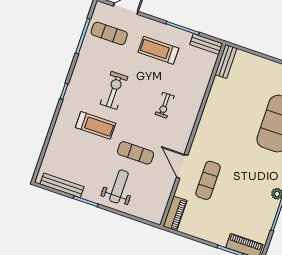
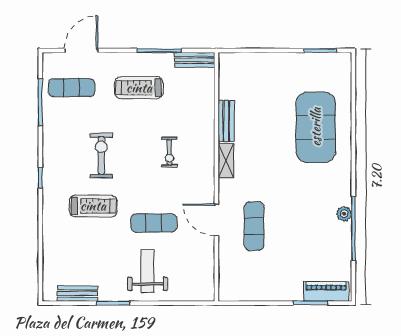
bench: (226, 61) -> (226, 121), moved
shelving: (204, 125) -> (226, 161), added
bench: (62, 185) -> (77, 294), width x0.73
piano: (175, 213) -> (228, 280), removed

